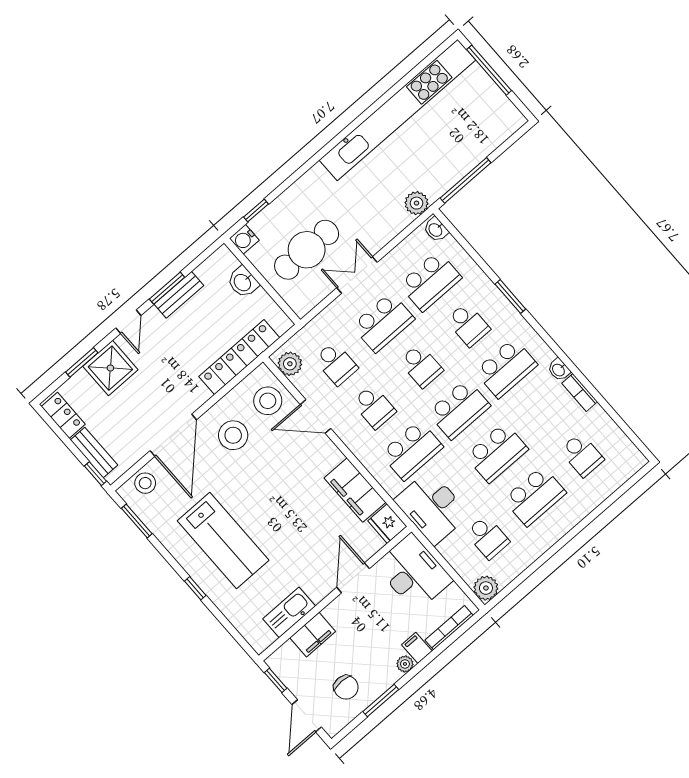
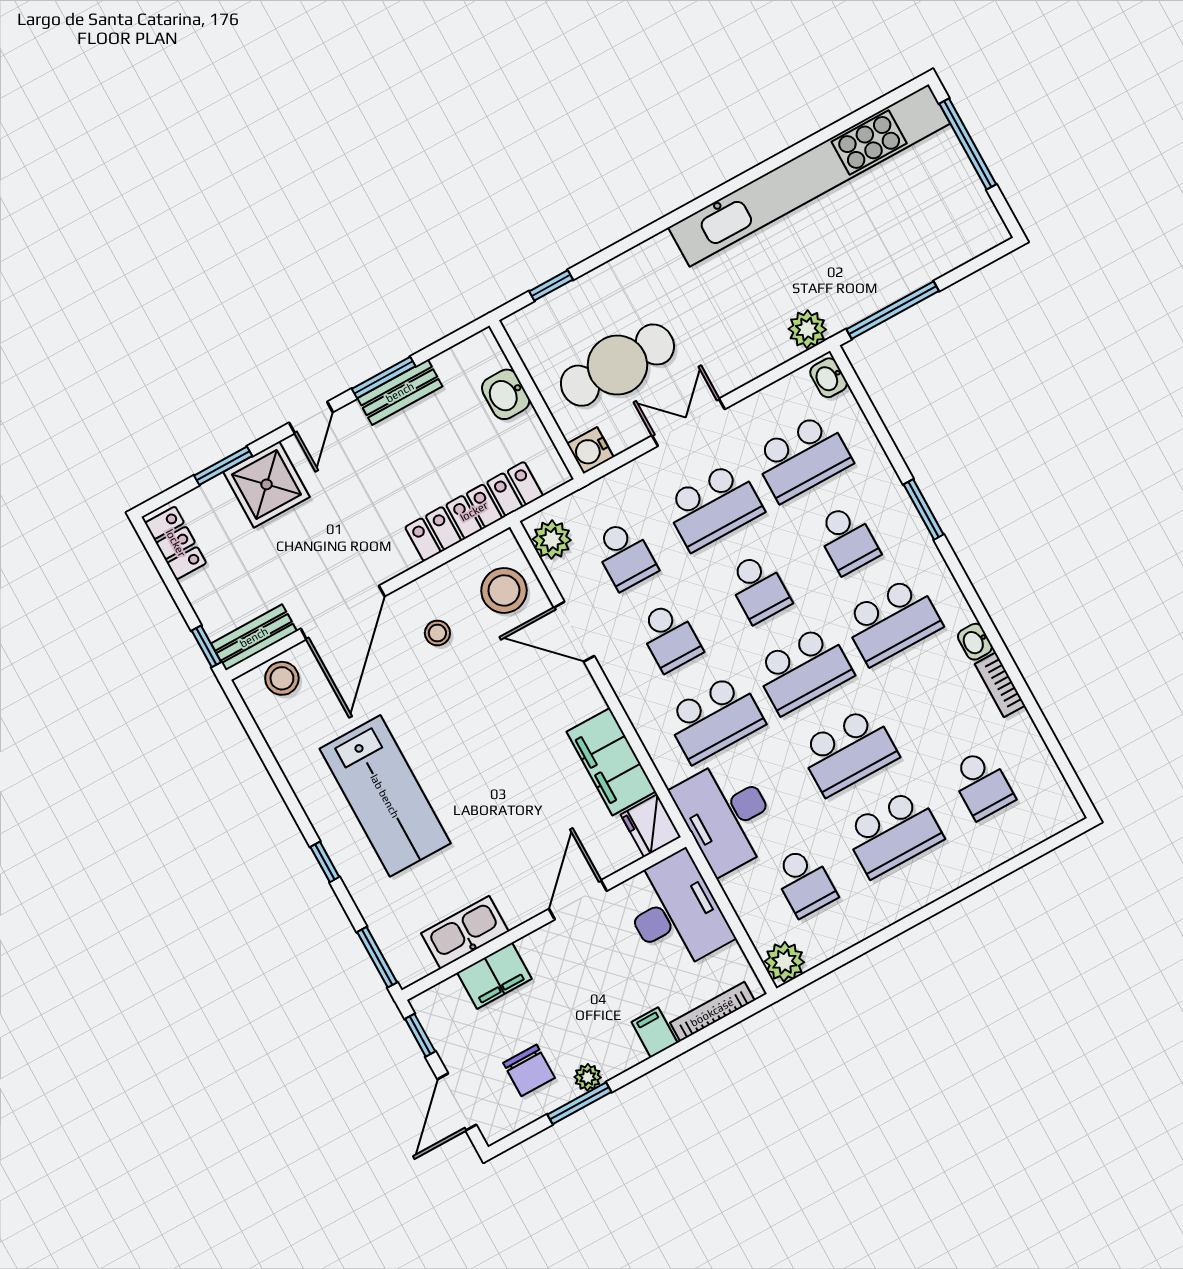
water cooler: (244, 239) -> (590, 450), moved
stool: (233, 435) -> (437, 633), width x0.53, depth x0.53
bench: (94, 452) -> (254, 637), moved, turned 90
window: (137, 521) -> (377, 957), moved
plant: (405, 664) -> (588, 1077), moved

